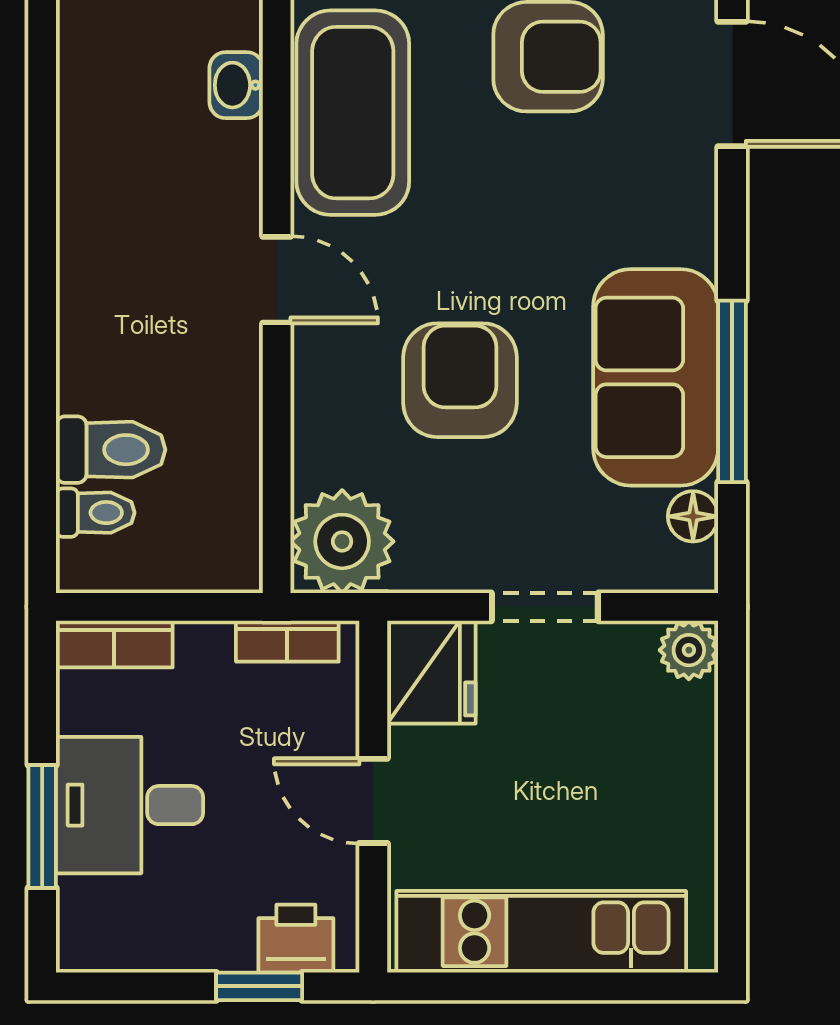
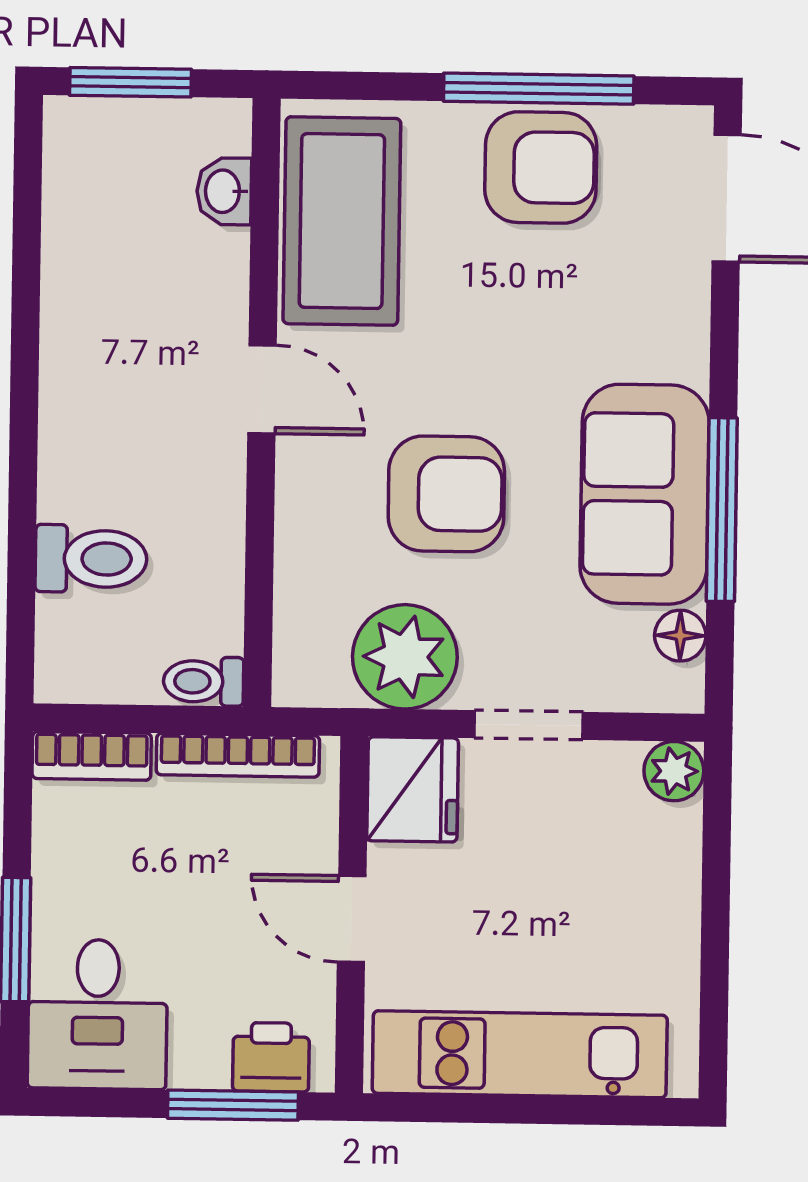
armchair: (460, 380) -> (446, 494), turned 90
toilet: (95, 513) -> (204, 681), moved, turned 180
plant: (342, 541) -> (405, 657), moved
bookcase: (287, 641) -> (238, 755), width x1.56
desk: (129, 805) -> (98, 1014), moved, turned -90
window: (259, 986) -> (233, 1105), width x1.50

